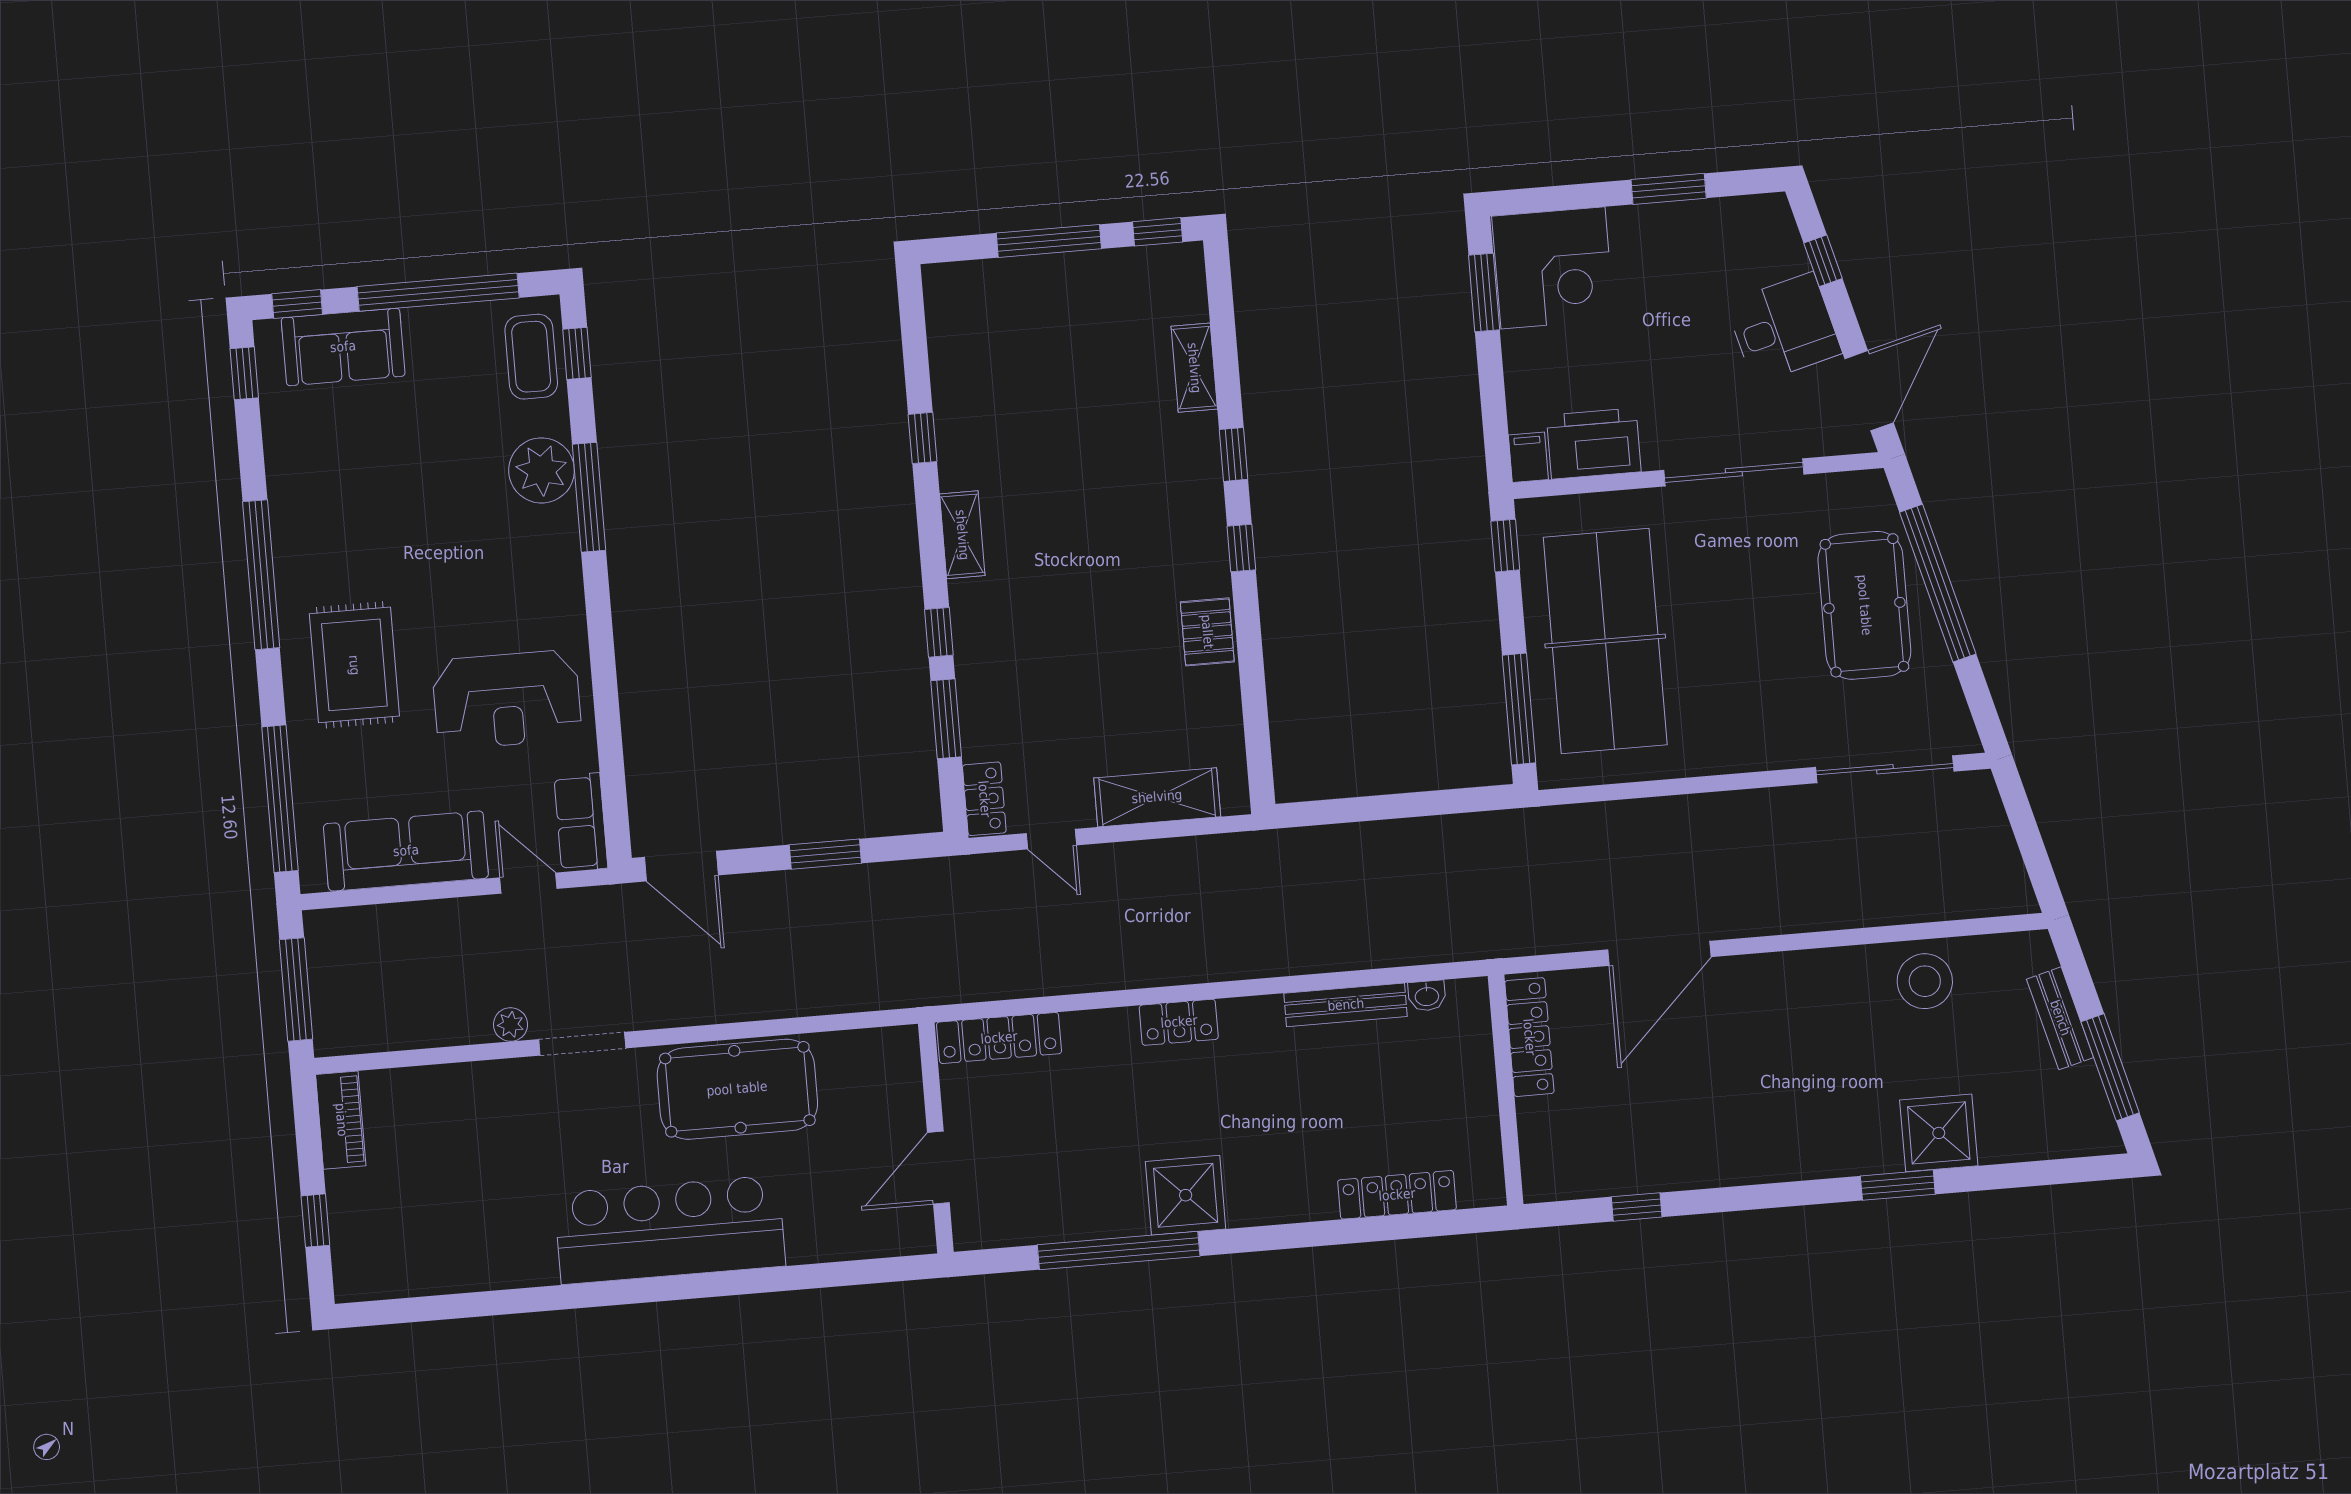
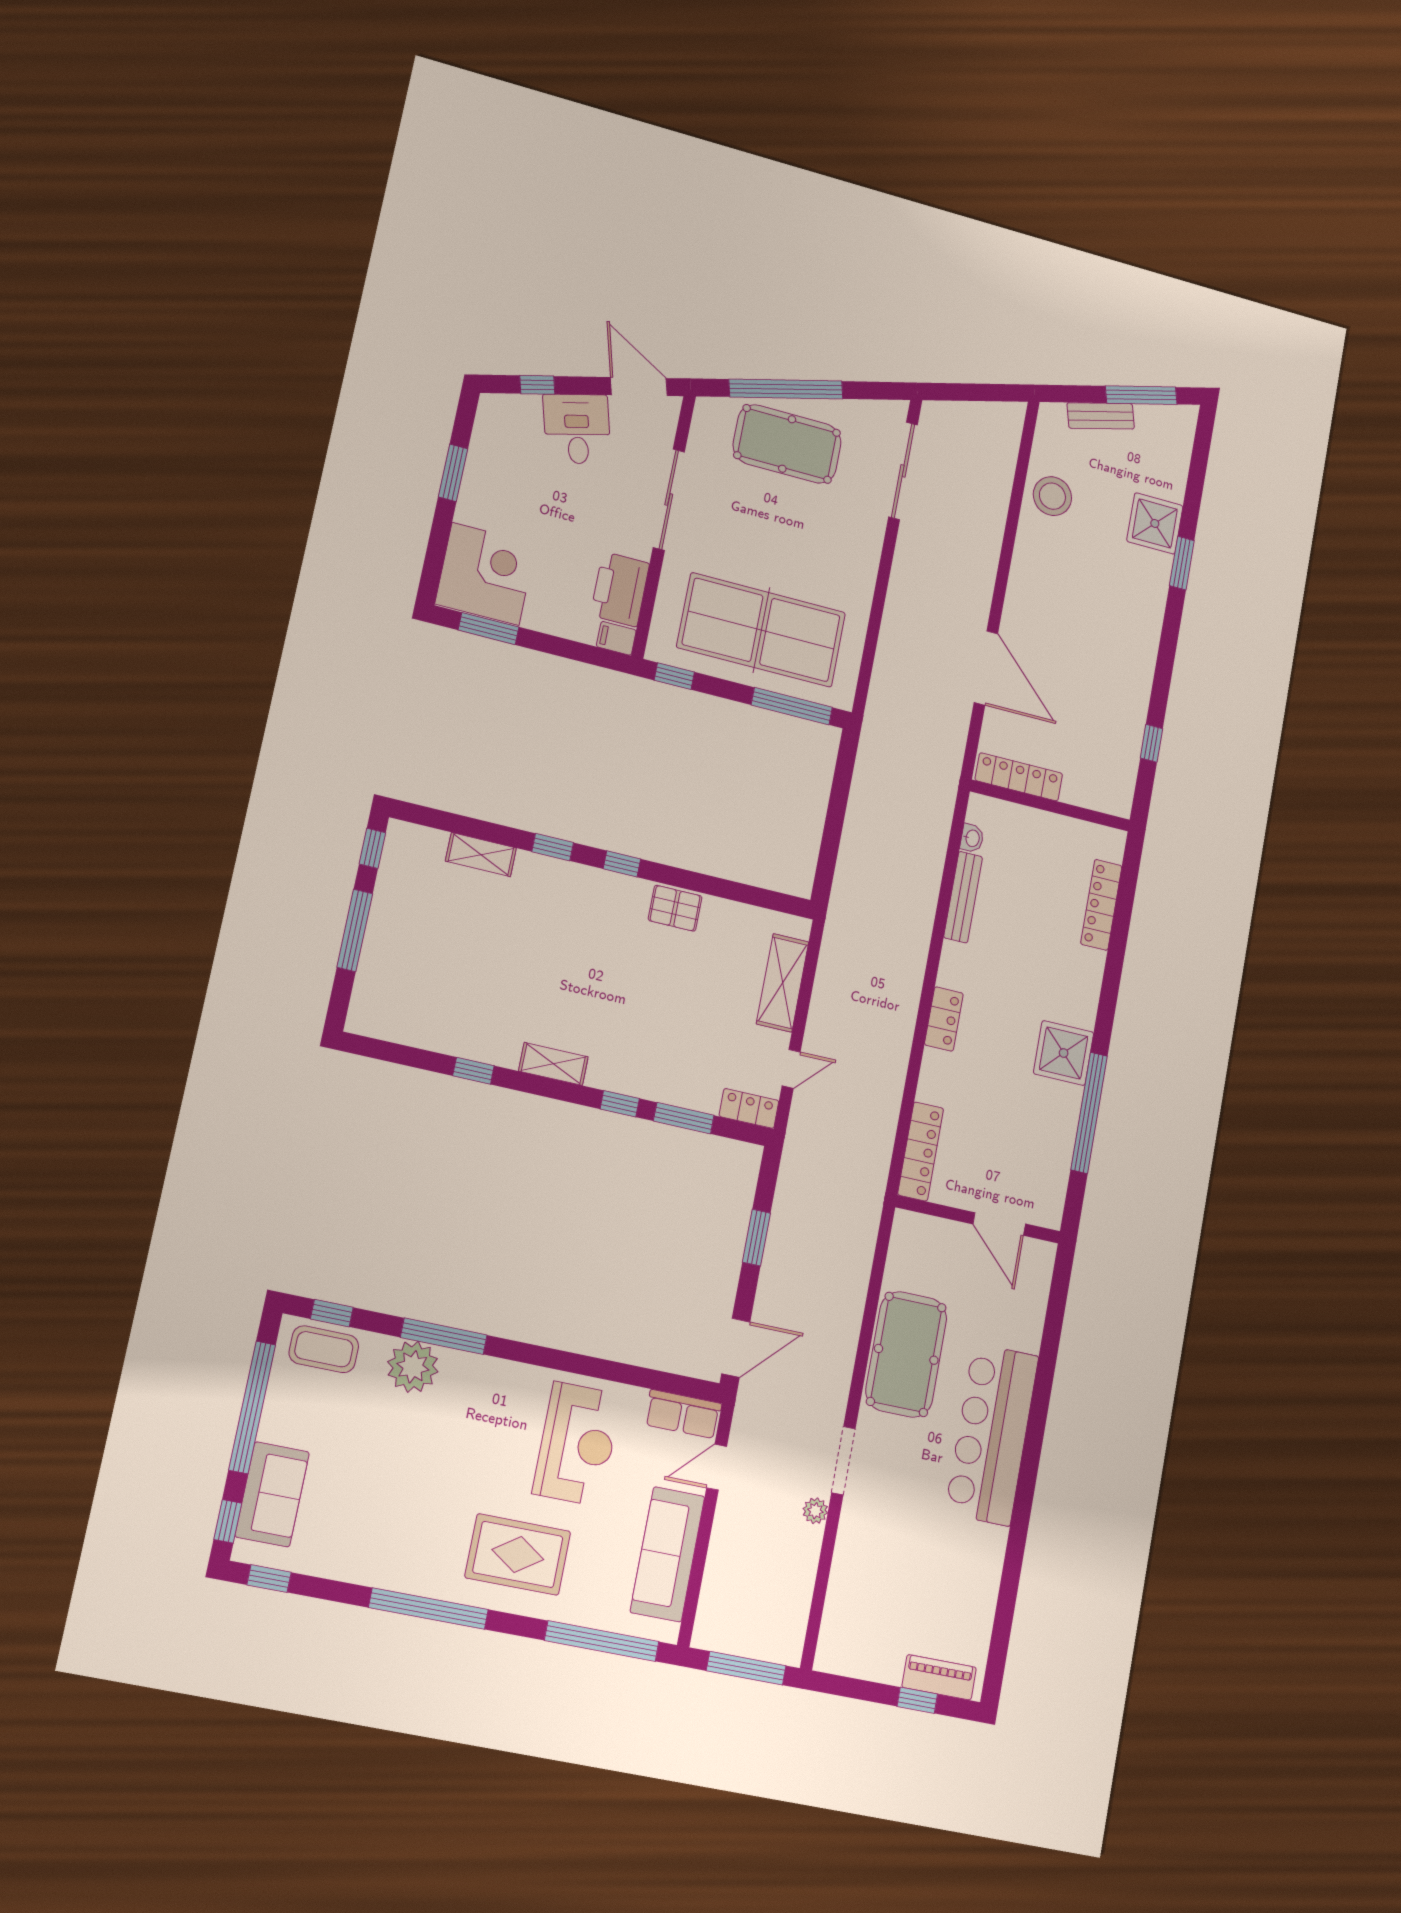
piano: (341, 1120) -> (939, 1677), moved

